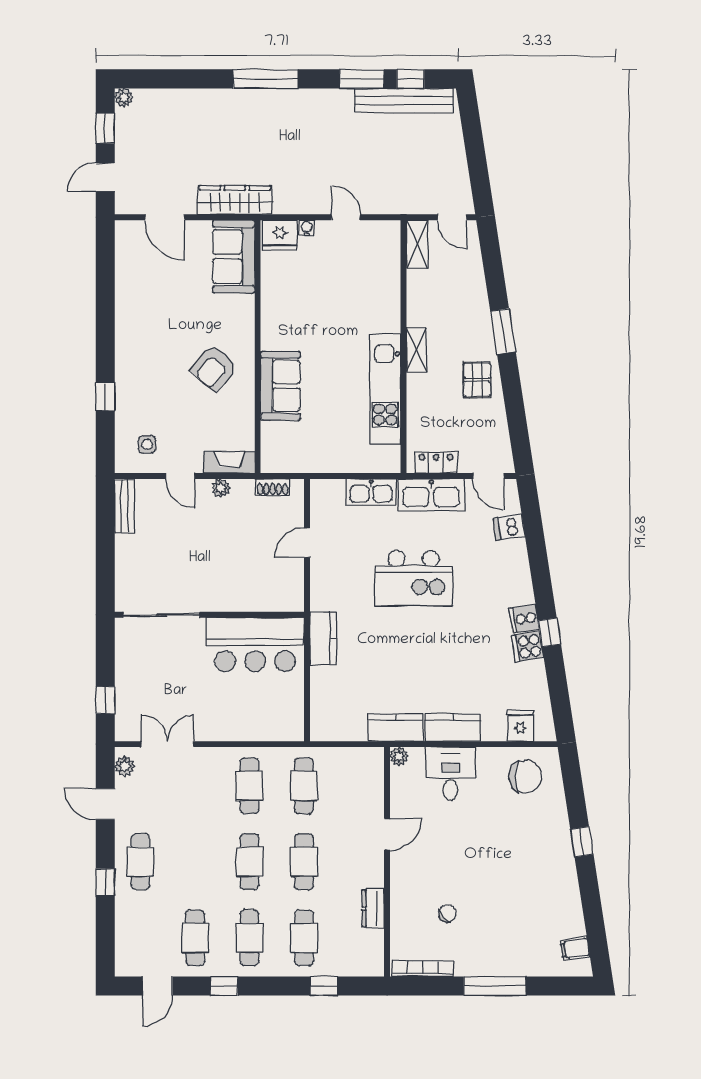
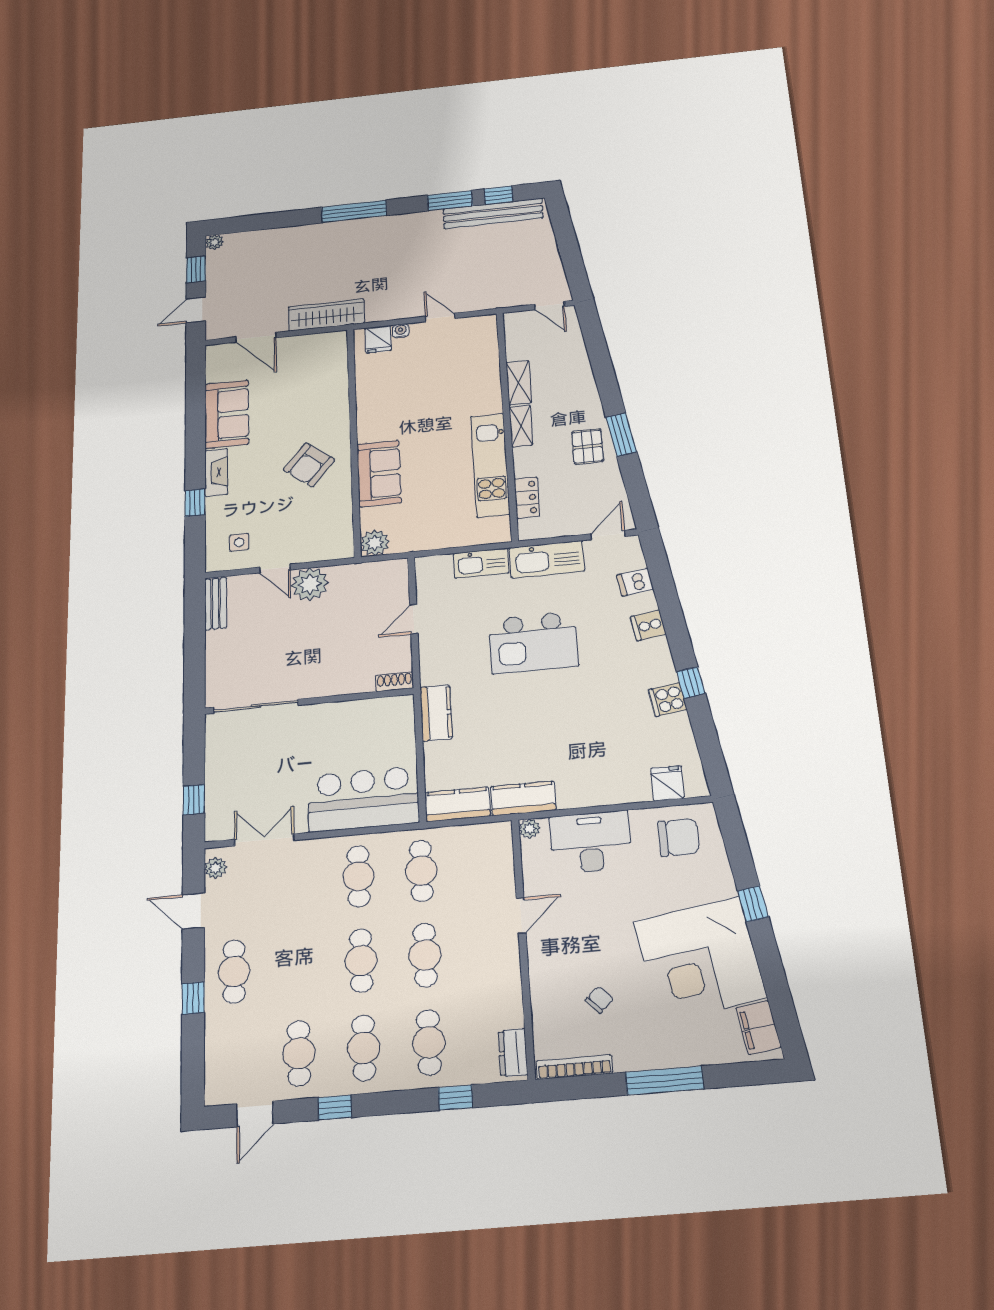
fridge: (280, 235) -> (378, 339), width x0.72
shelving: (417, 244) -> (519, 383), moved
sofa: (234, 257) -> (227, 414), moved, turned 180
window: (503, 331) -> (621, 435), moved
plant: (274, 460) -> (375, 543), added
fireplace: (229, 462) -> (216, 472), moved, turned 90
locker: (436, 462) -> (527, 498), moved, turned 90
door: (488, 476) -> (608, 535), swing flipped
shoe rack: (273, 487) -> (395, 682), moved, turned 180
plant: (221, 488) -> (310, 584), width x1.88, depth x1.88
cooker: (524, 619) -> (648, 625), moved
bar counter: (255, 645) -> (363, 799), moved, turned 180
kitchen counter: (453, 727) -> (458, 804), moved
desk: (450, 774) -> (591, 842), width x1.37
corner desk: (533, 886) -> (700, 959), added
dresser: (373, 908) -> (513, 1053), moved
filing cabinet: (575, 948) -> (758, 1028), width x2.00

